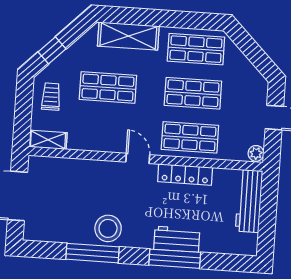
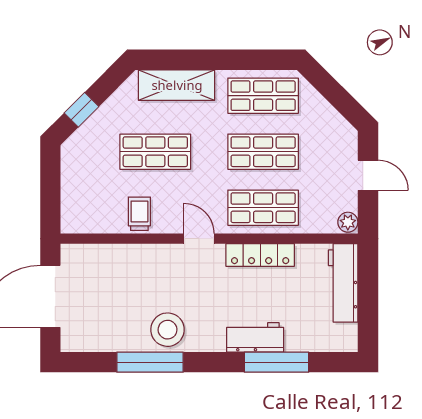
trolley: (51, 97) -> (139, 214), moved
shelving: (48, 140) -> (84, 223), removed
window: (175, 259) -> (276, 362), moved

